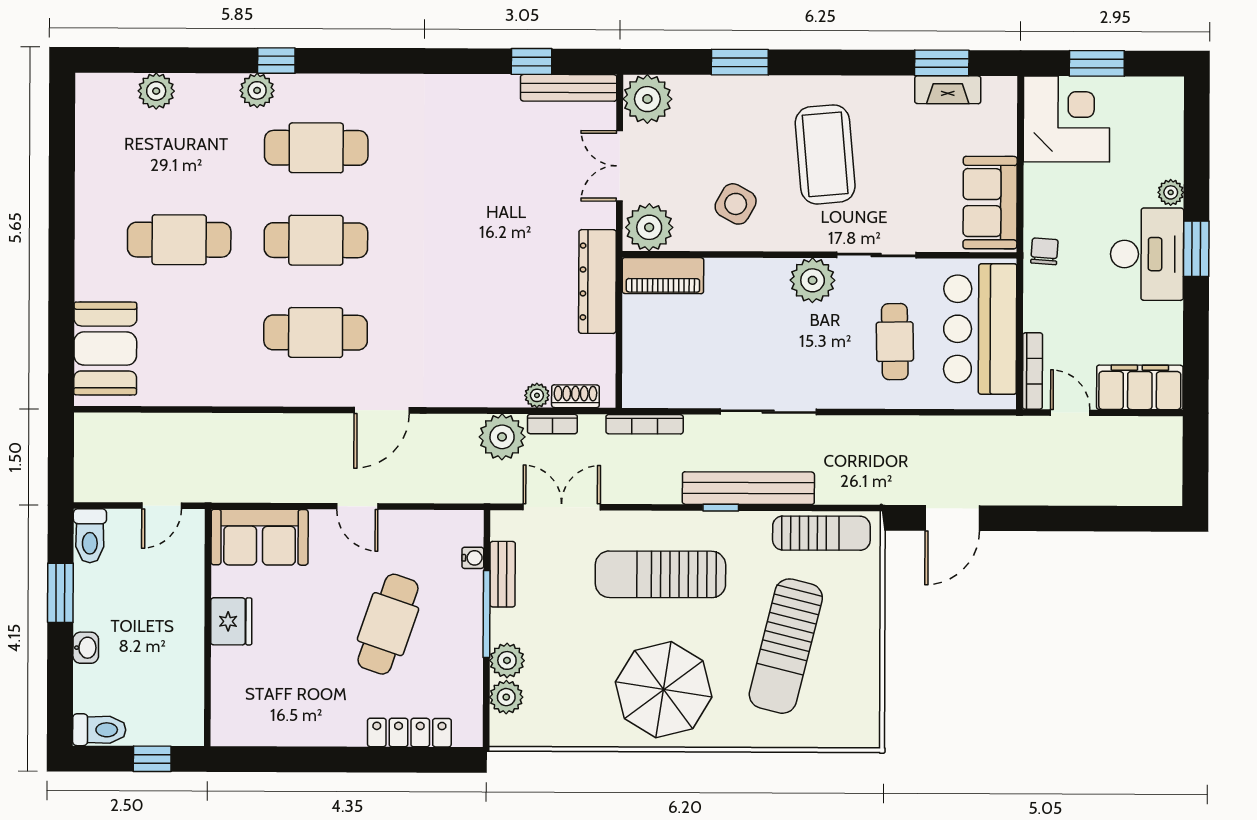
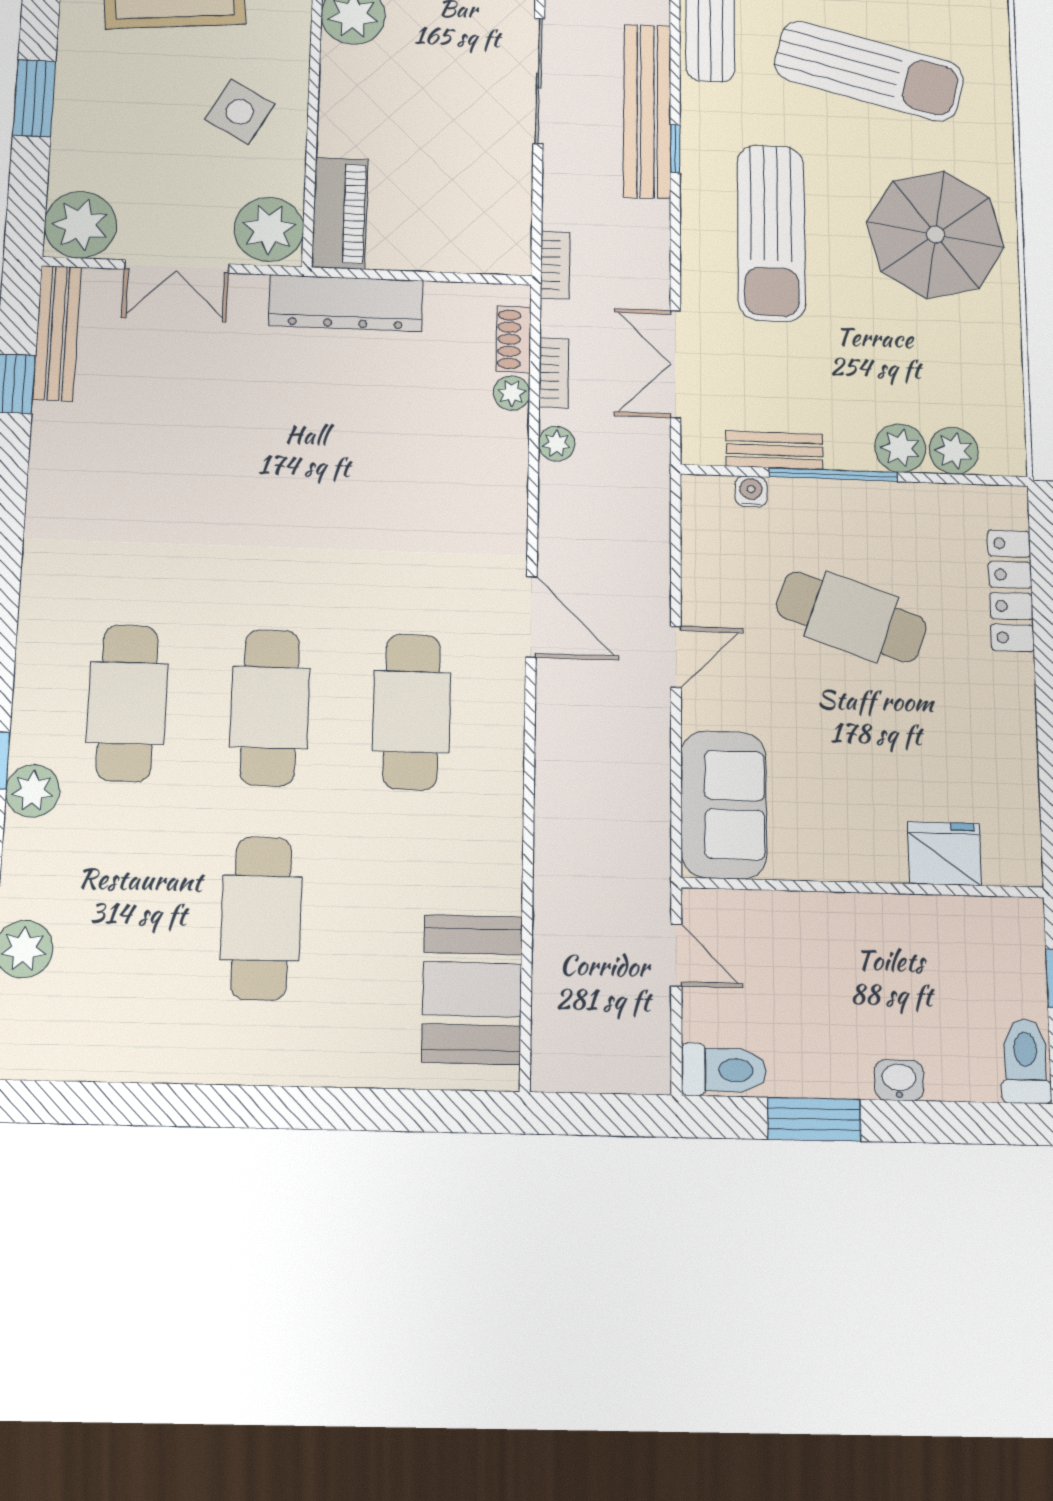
booth: (105, 349) -> (472, 989), moved, turned 90
bookcase: (645, 424) -> (555, 265), width x0.64
plant: (502, 437) -> (557, 444), width x0.53, depth x0.53
fridge: (231, 621) -> (944, 854), moved

